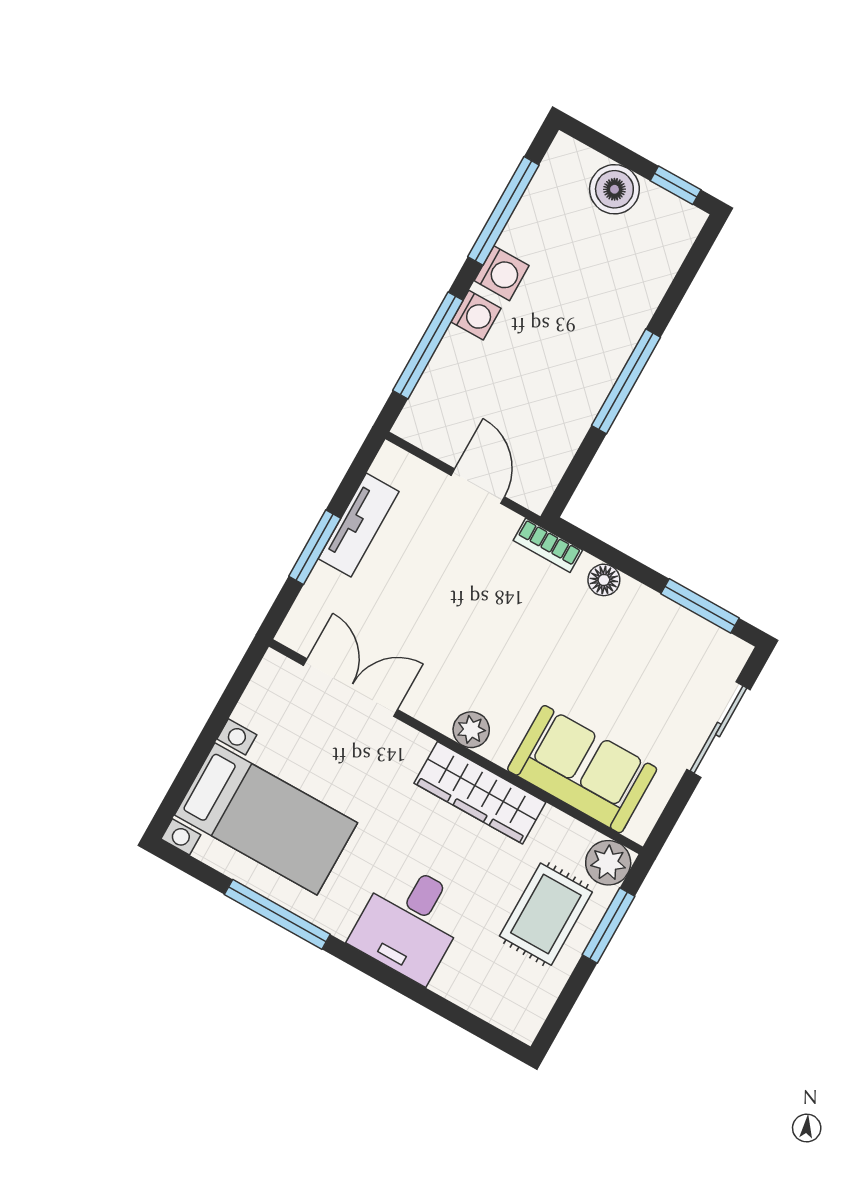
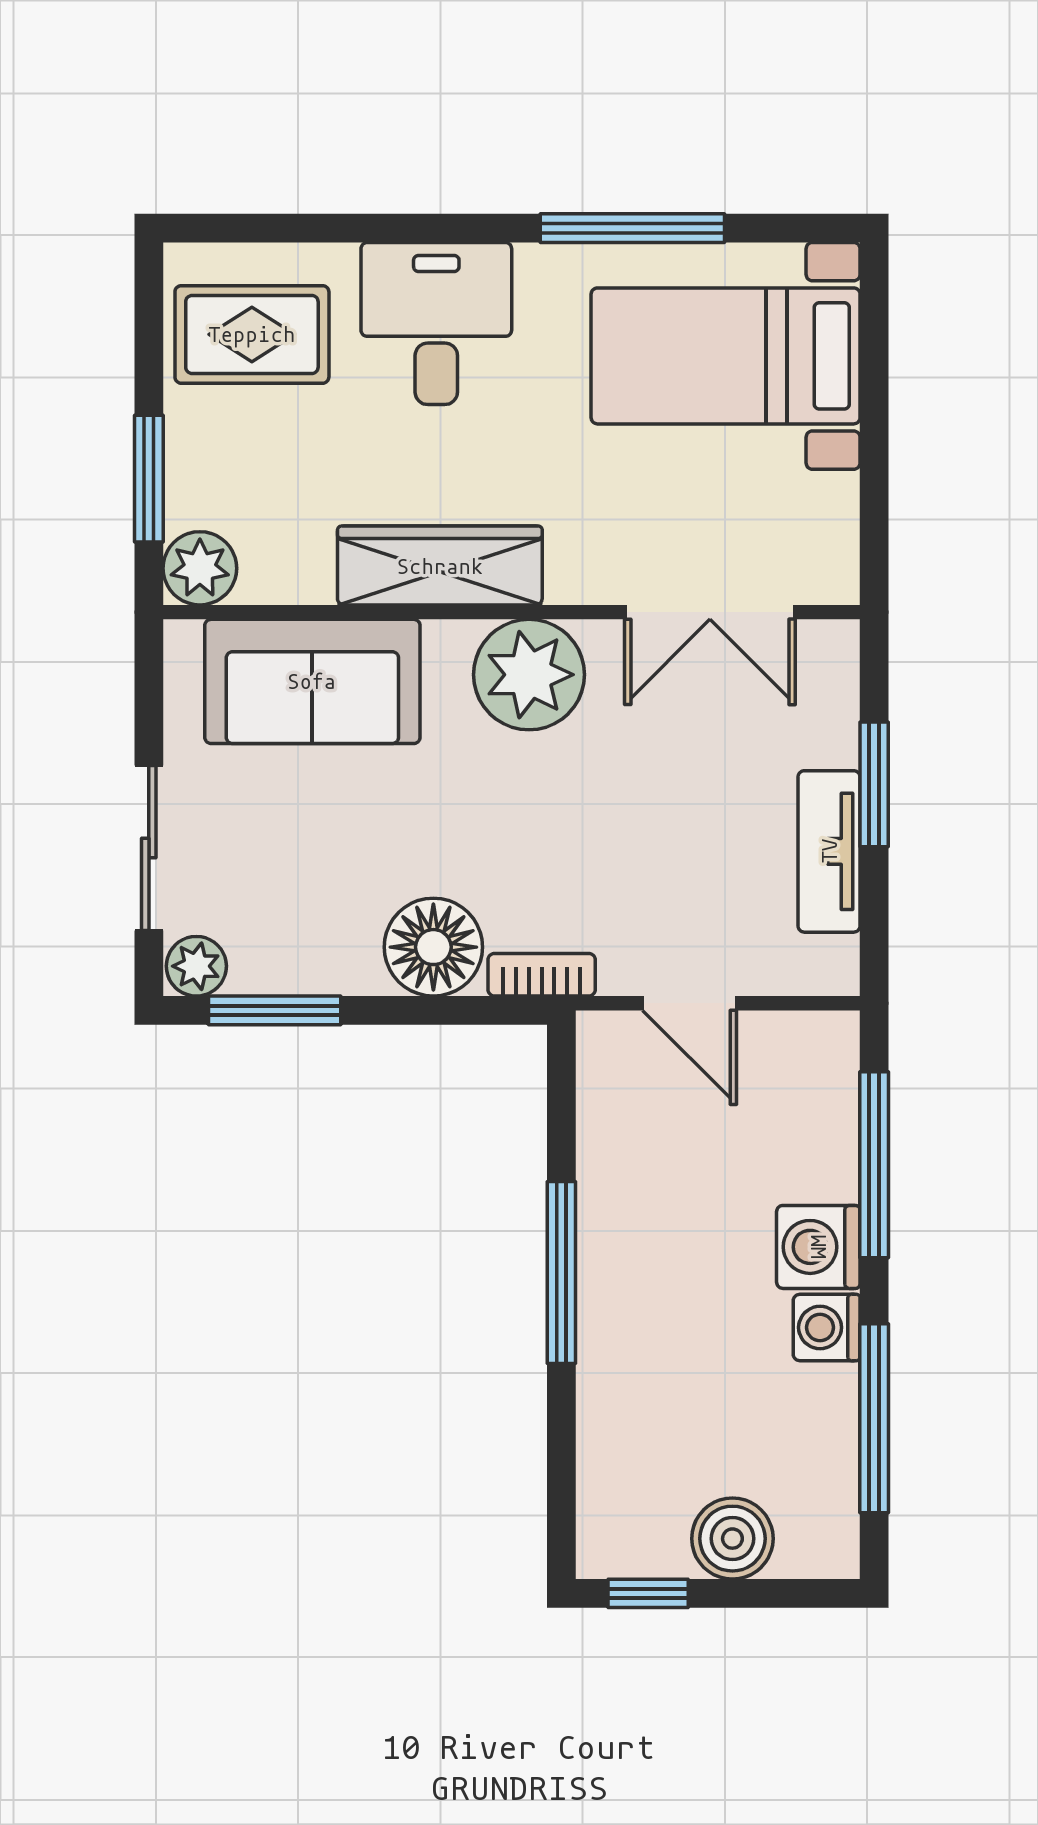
washing machine: (476, 315) -> (818, 1247), width x1.38, depth x1.38
floor lamp: (604, 580) -> (433, 947), width x1.89, depth x1.89
plant: (729, 653) -> (196, 966), added
plant: (471, 730) -> (529, 675), width x1.88, depth x1.88
rug: (546, 914) -> (252, 334), moved, turned 90

